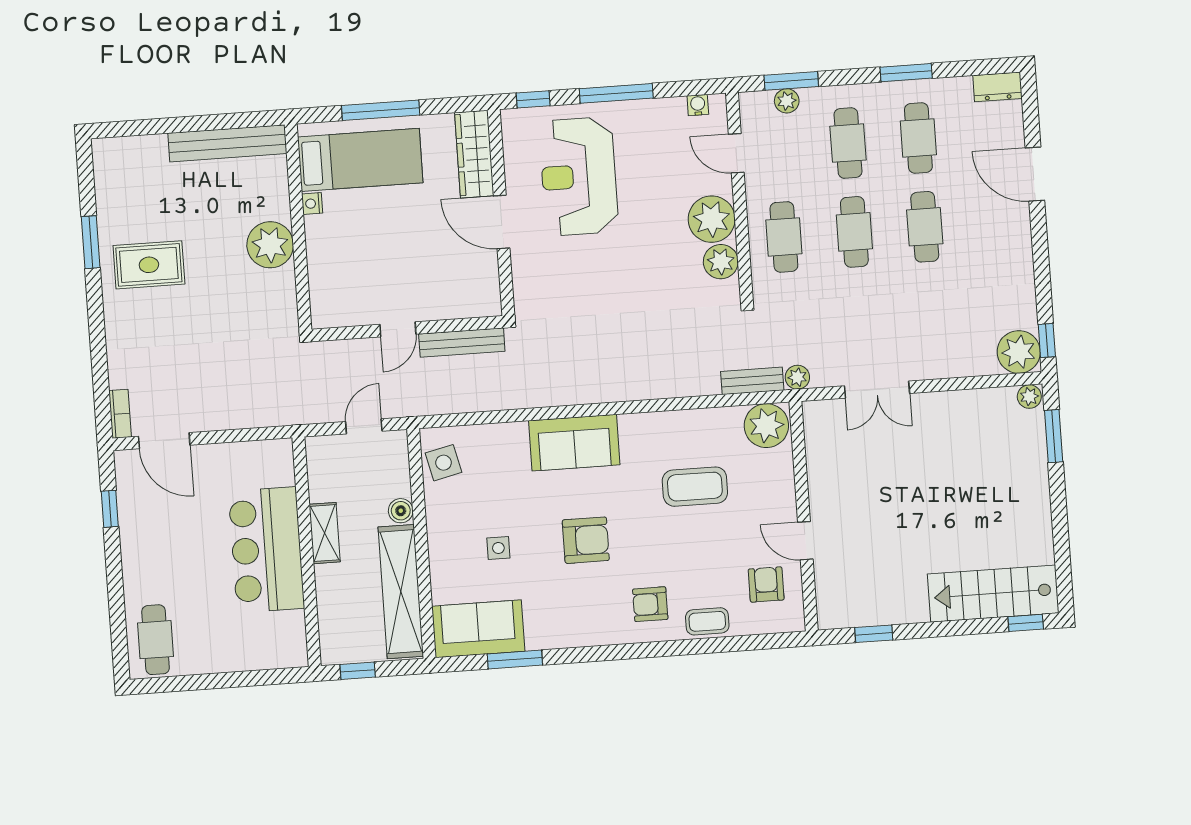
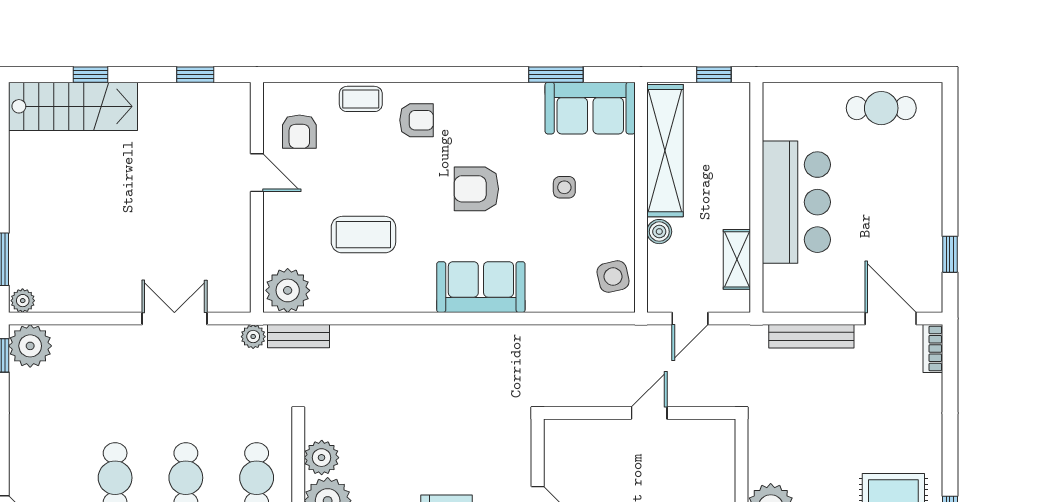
bench: (462, 343) -> (811, 336), moved
shelving: (325, 533) -> (737, 259), moved
window: (1026, 623) -> (90, 75), moved
cafe table: (156, 640) -> (881, 108), moved, turned 90

